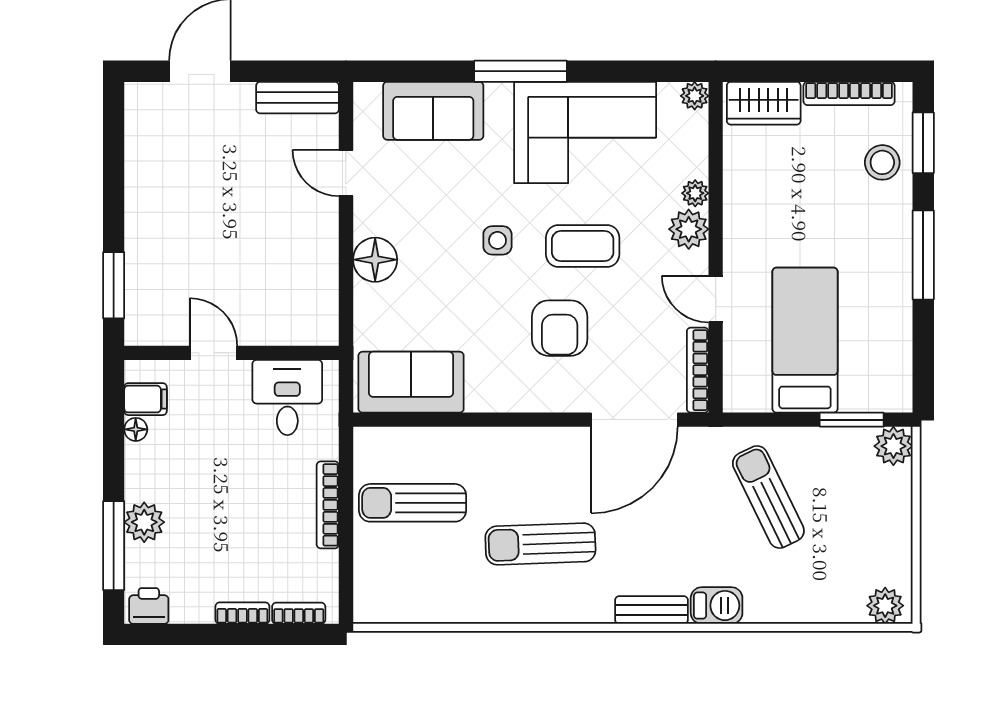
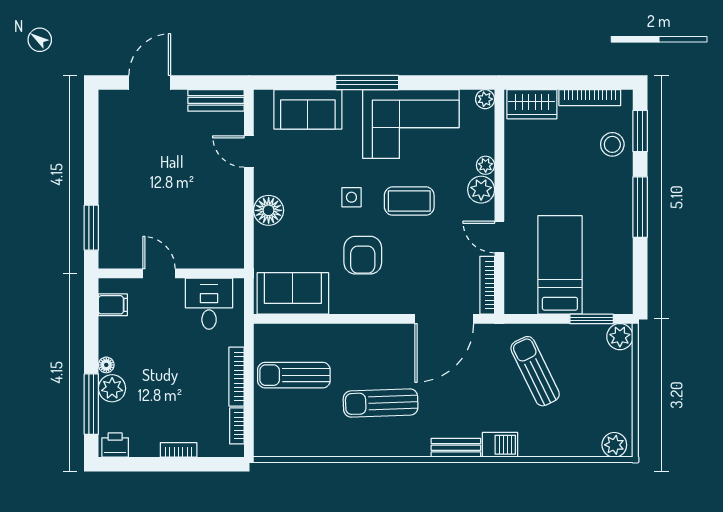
armchair: (560, 328) -> (363, 255), moved
floor lamp: (136, 429) -> (106, 365), moved
bookcase: (299, 613) -> (237, 426), moved, turned -90

